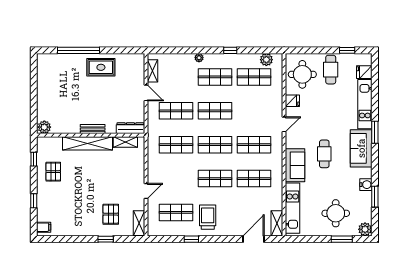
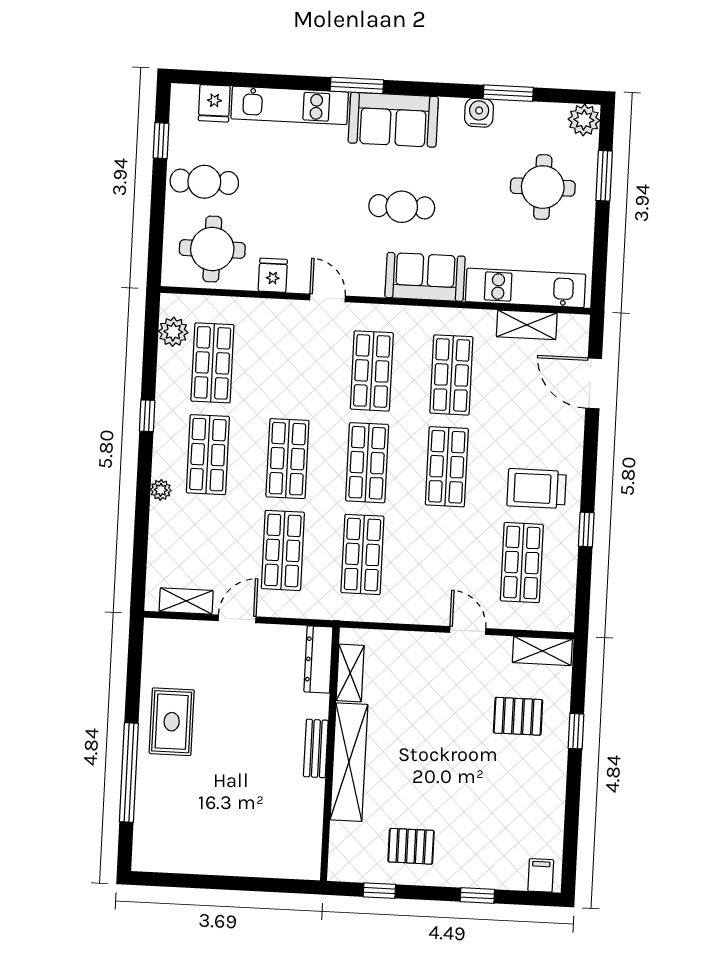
plant: (44, 127) -> (306, 862), removed
shelving: (277, 223) -> (527, 325), moved

